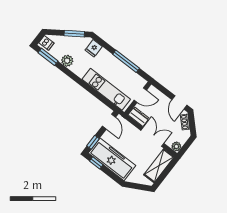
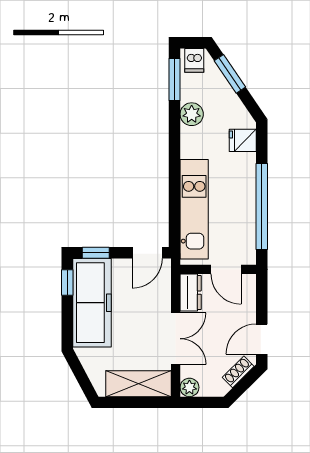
window: (74, 34) -> (230, 74), moved
window: (126, 61) -> (262, 207), width x1.46

